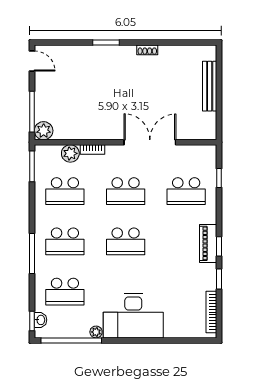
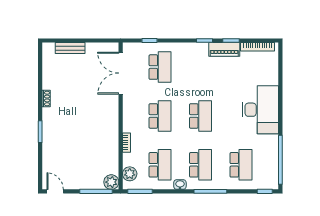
door: (32, 61) -> (55, 191), hinge flipped
bench: (210, 86) -> (70, 48), width x0.73
double door: (150, 142) -> (121, 73), moved
plant: (70, 153) -> (130, 174), moved
piano: (208, 243) -> (224, 49), moved
washbasin: (40, 320) -> (180, 185), moved
plant: (96, 332) -> (274, 140), removed

